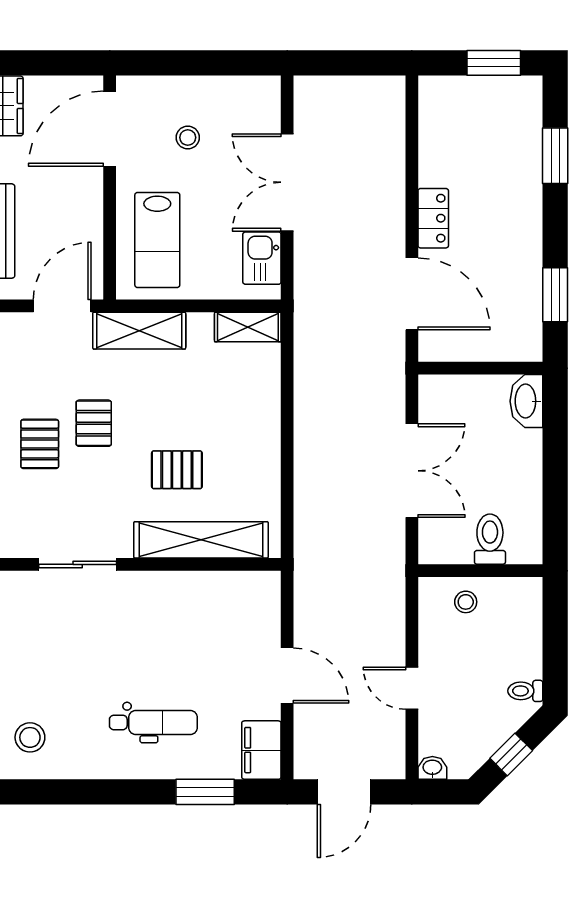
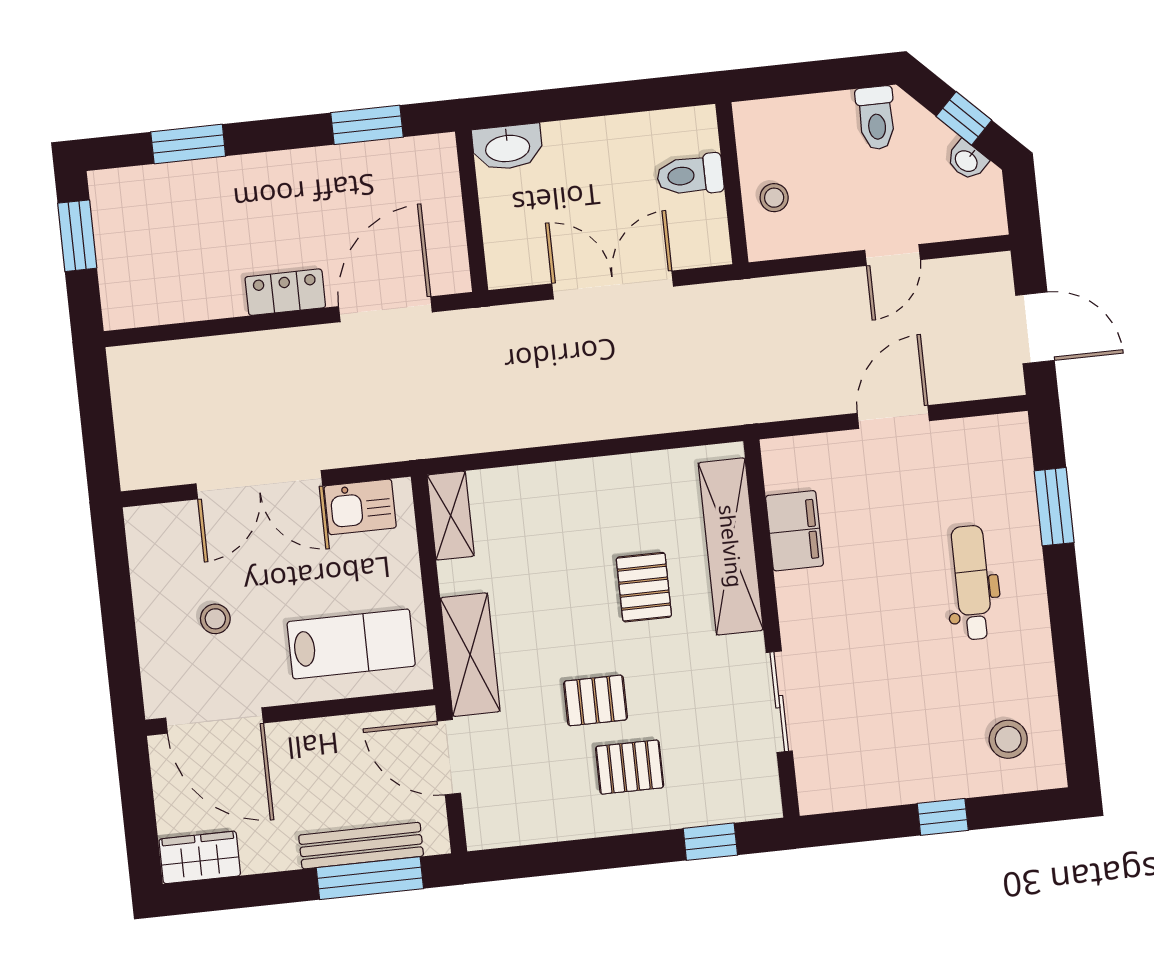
toilet: (525, 691) -> (876, 118), width x1.37, depth x1.39
filing cabinet: (261, 750) -> (795, 531), moved, turned -90
washbasin: (432, 768) -> (967, 160), moved, turned -45

